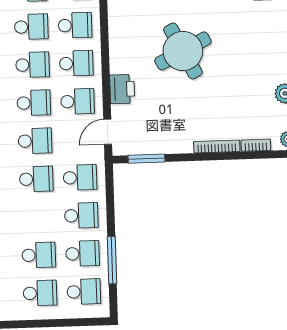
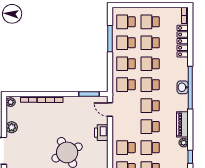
school desk: (78, 101) -> (150, 64), moved
door: (108, 132) -> (110, 109), swing flipped

